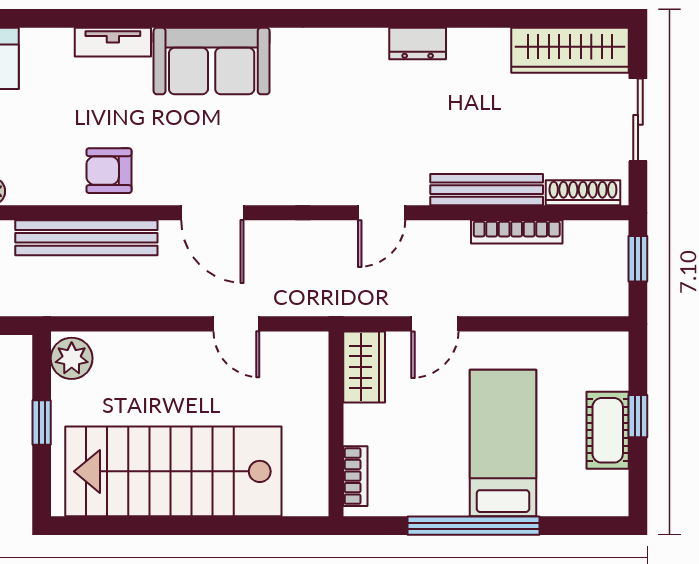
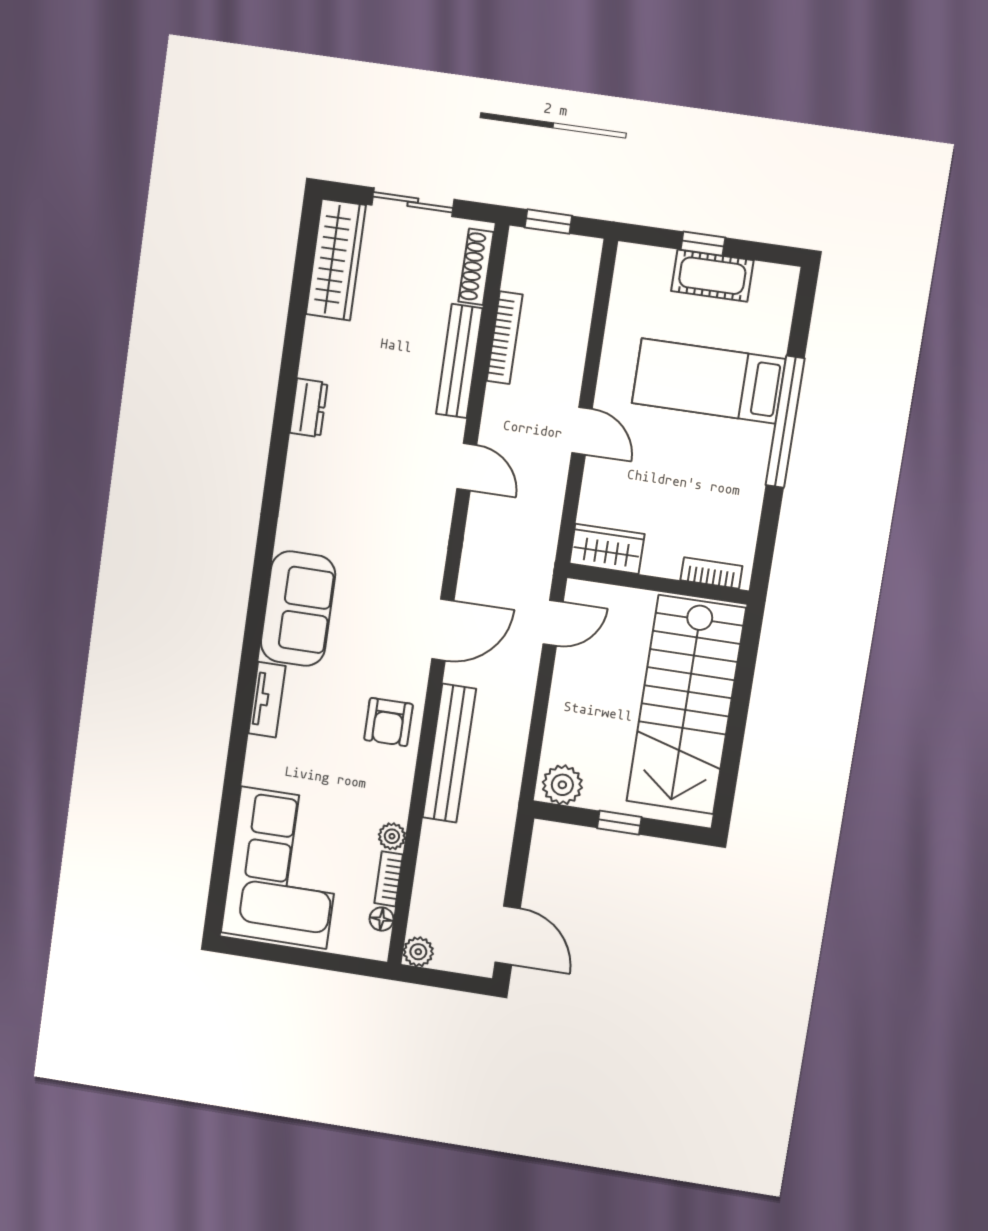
wardrobe: (364, 367) -> (607, 549), moved
wall: (336, 424) -> (658, 584), moved
bookcase: (355, 476) -> (711, 573), moved

